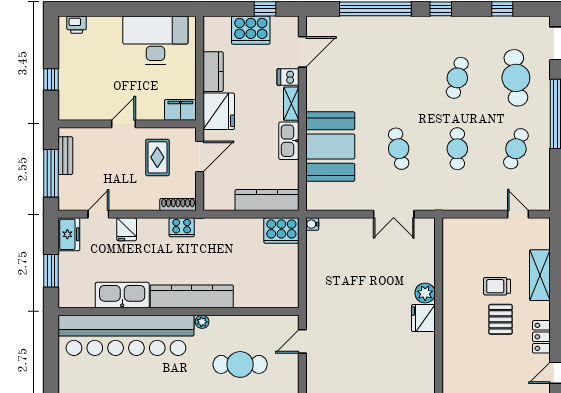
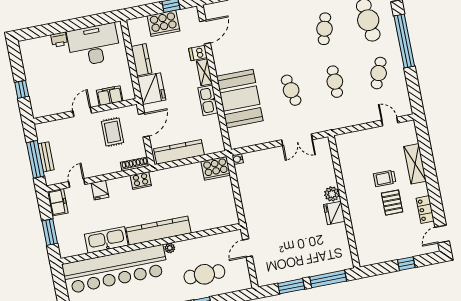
printer: (77, 25) -> (59, 40), moved
filing cabinet: (180, 110) -> (110, 96), moved
bench: (65, 156) -> (46, 157), moved
kitchen counter: (267, 200) -> (179, 152), moved

